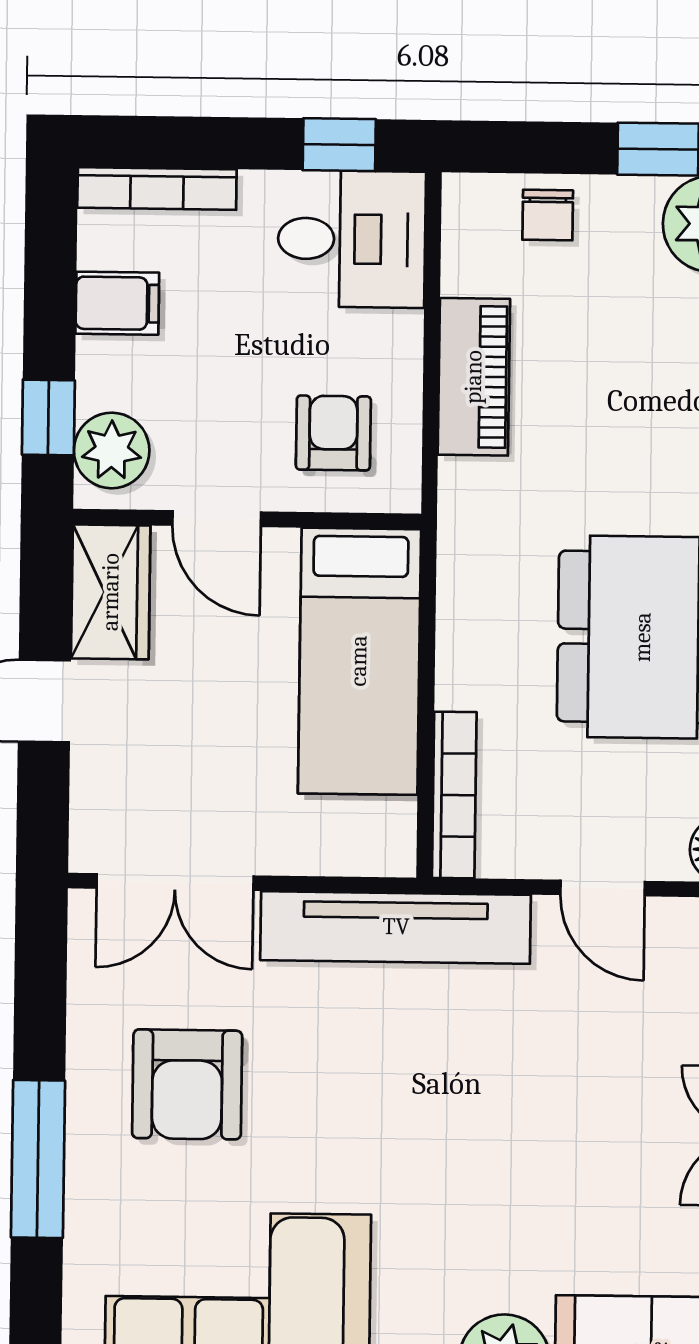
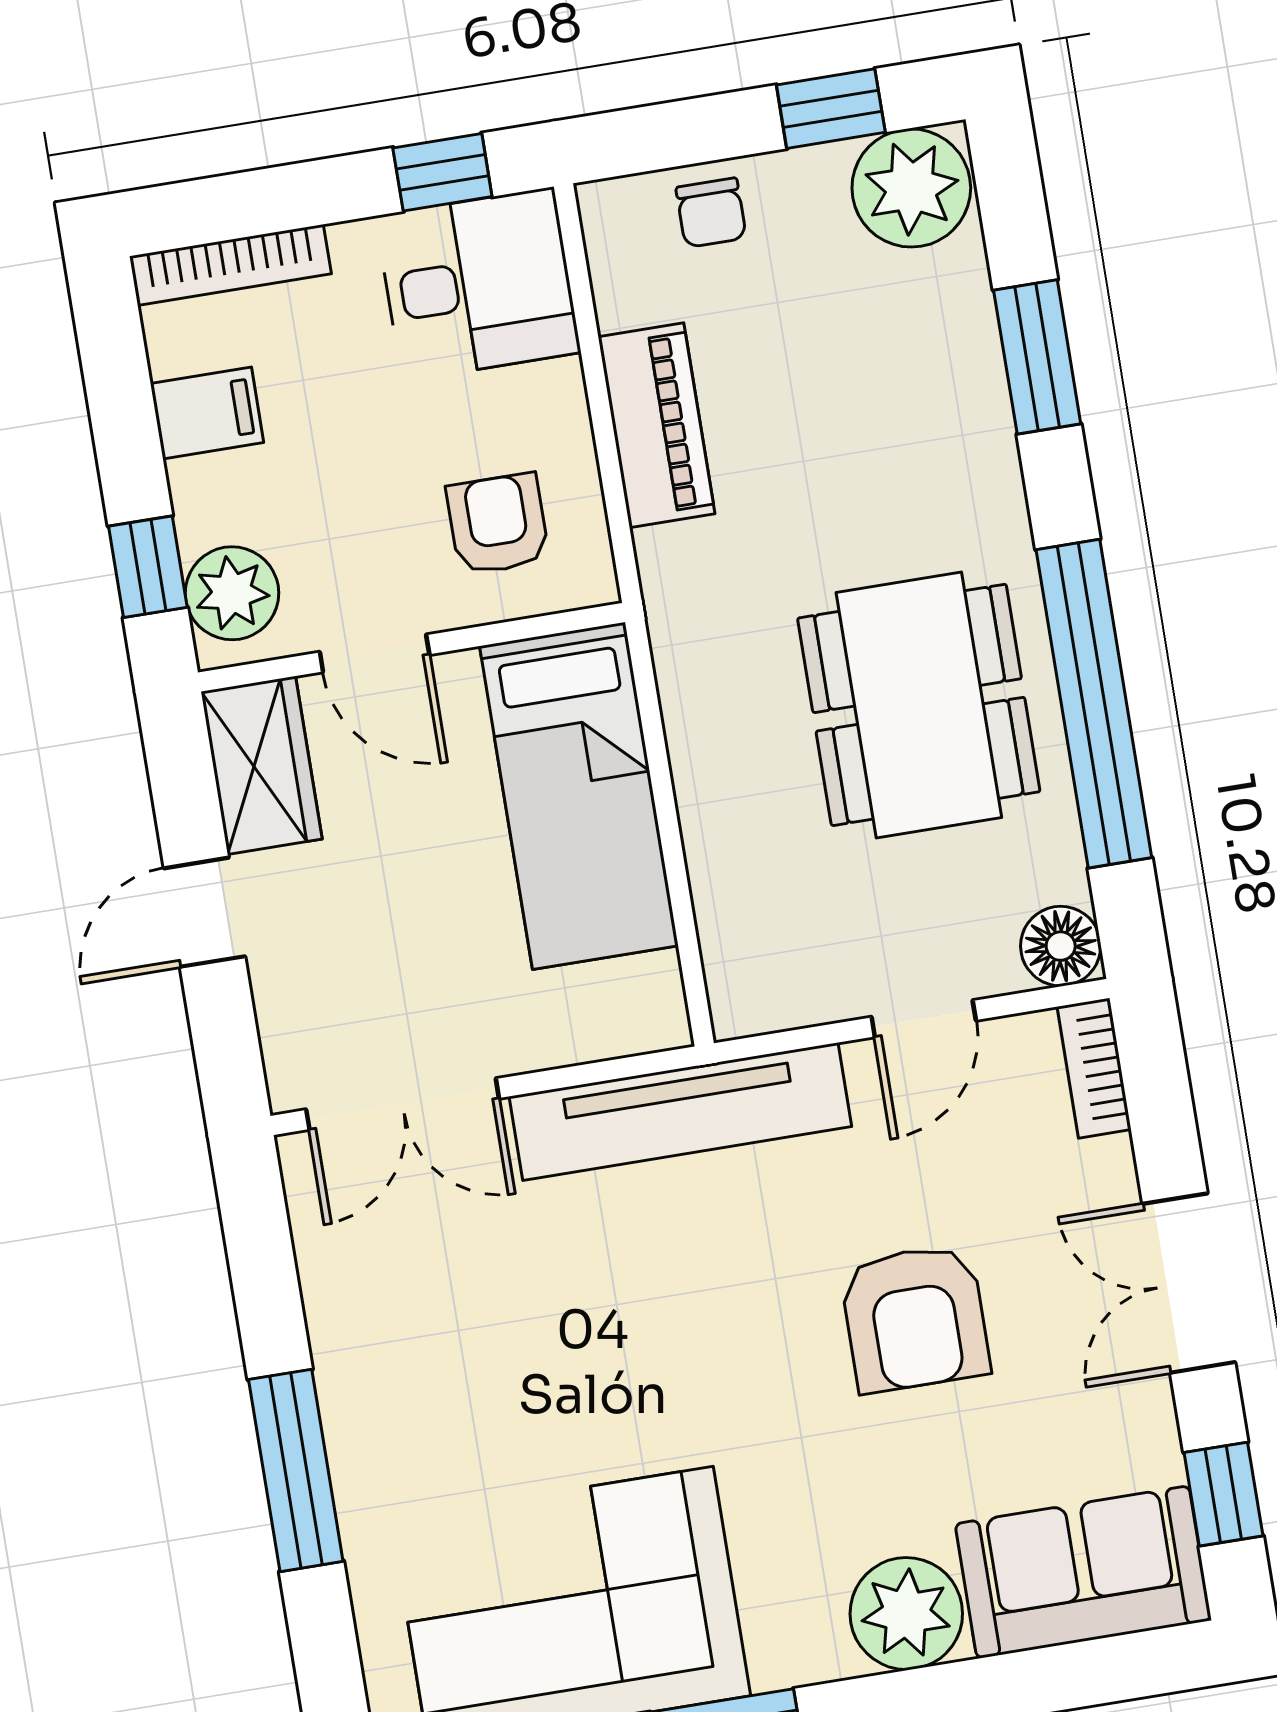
bookcase: (454, 795) -> (723, 938), removed
door: (603, 888) -> (924, 1019), hinge flipped
armchair: (187, 1084) -> (915, 1318), moved

